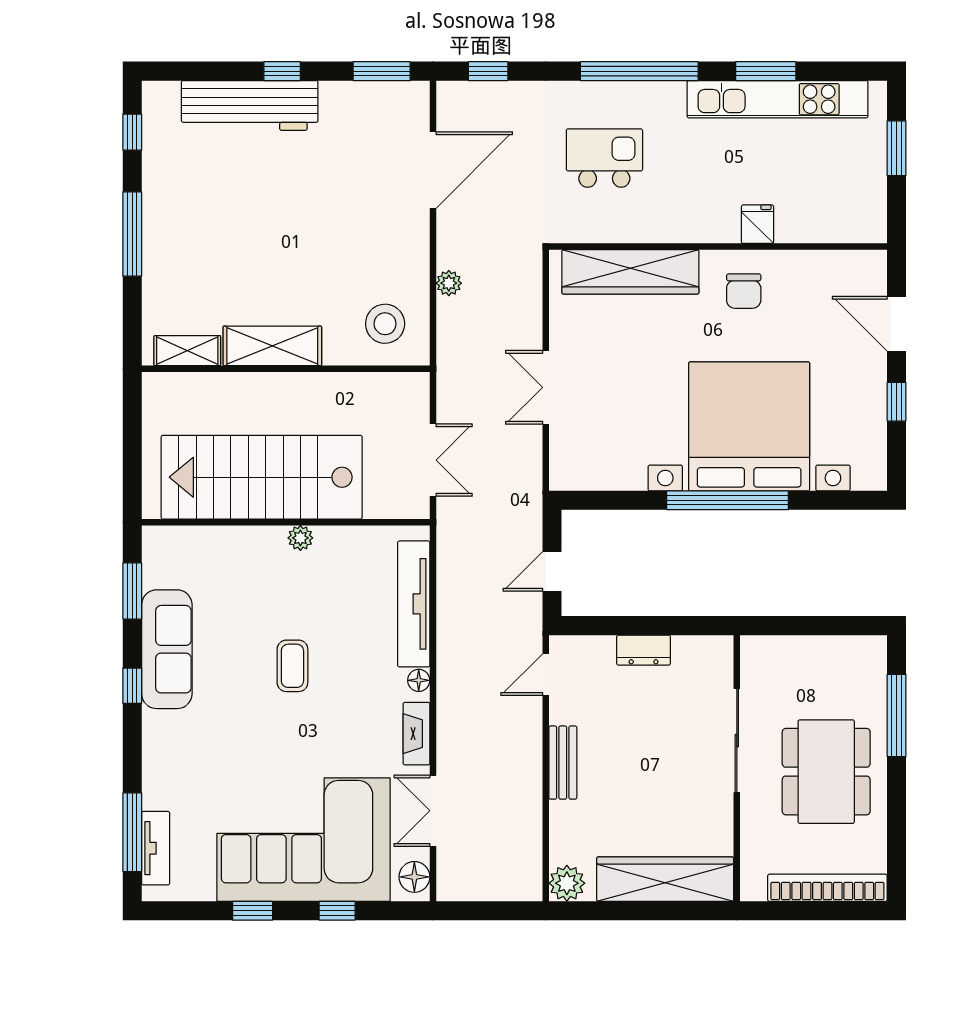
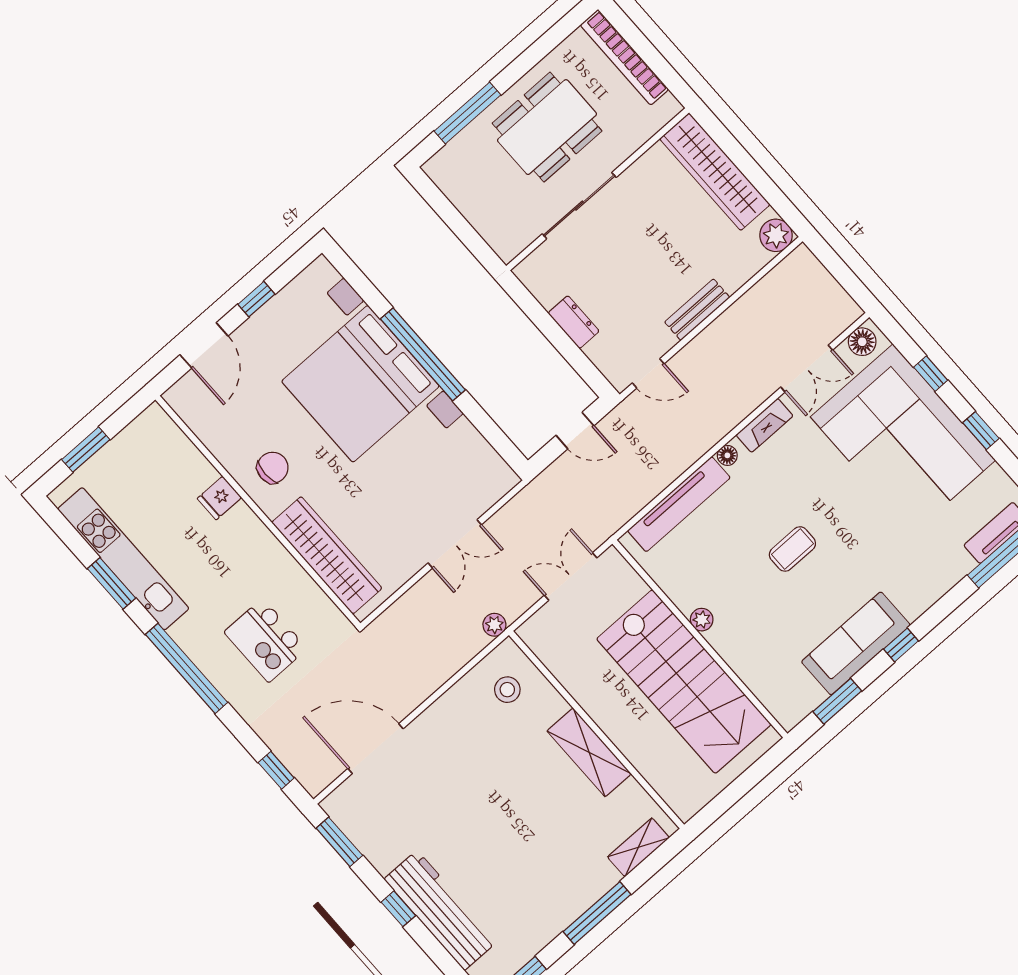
plant: (449, 283) -> (494, 625), moved
stool: (385, 324) -> (507, 690), width x0.73, depth x0.73
shelving: (187, 351) -> (638, 847), moved, turned 90

